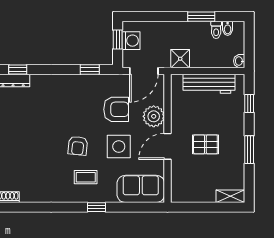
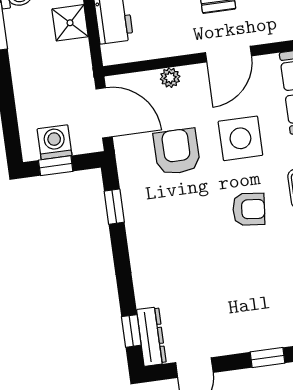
shower: (180, 59) -> (70, 23), moved
plant: (154, 116) -> (170, 78), width x0.53, depth x0.53
door: (167, 146) -> (229, 54), hinge flipped

